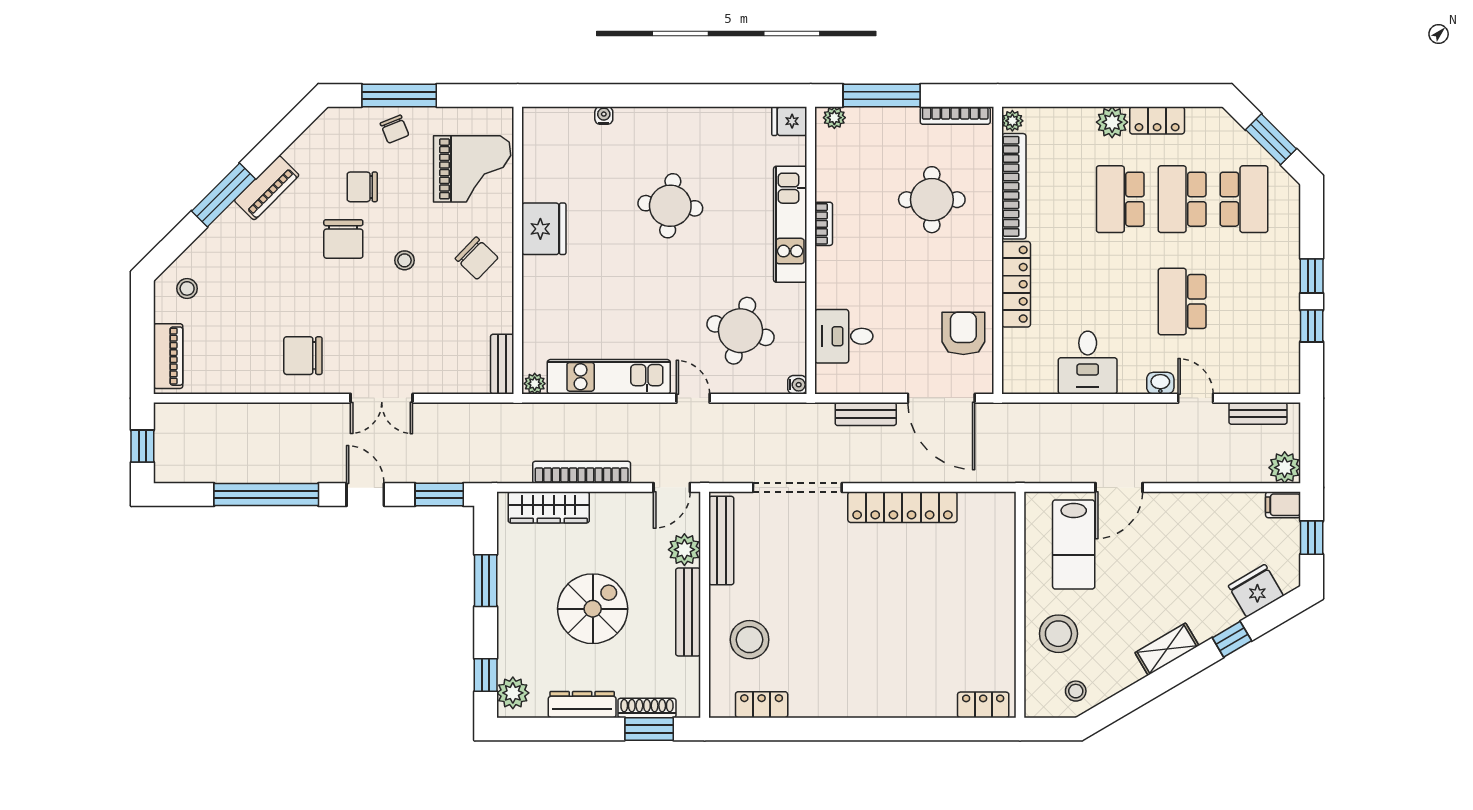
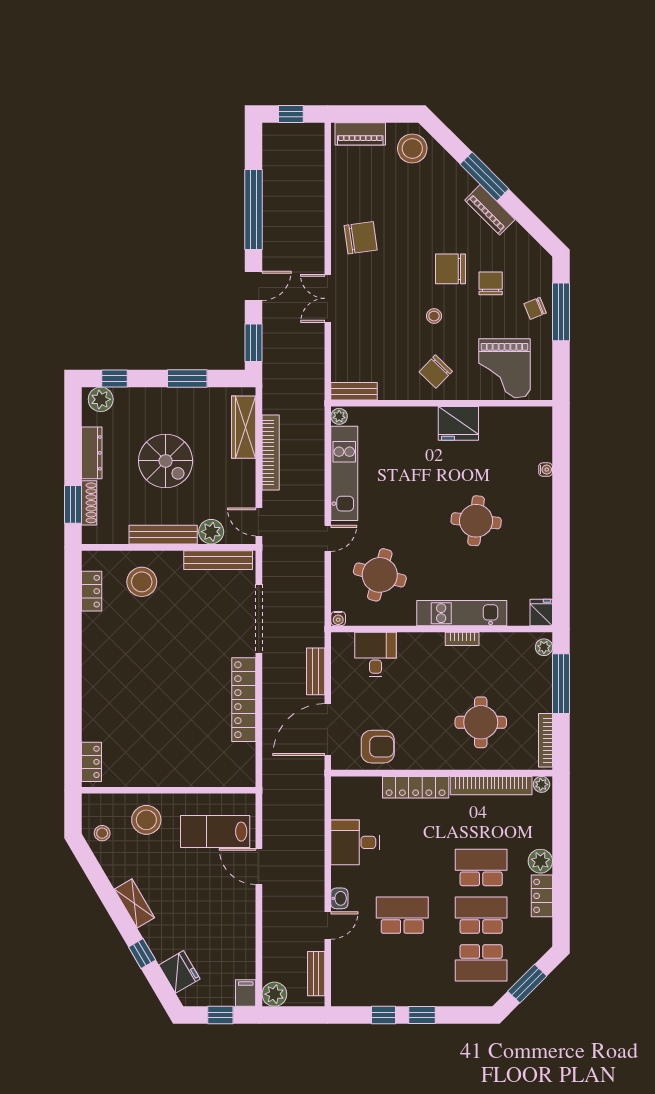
stool: (187, 288) -> (412, 148), width x1.89, depth x1.89
chair: (303, 356) -> (361, 238), turned 82

